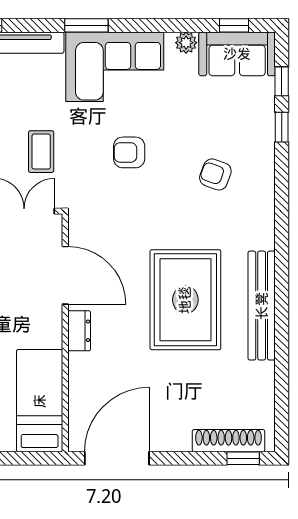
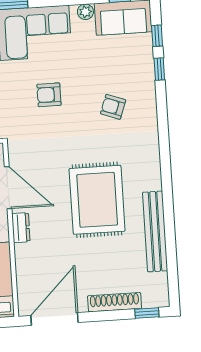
bench: (262, 306) -> (155, 231), moved
shoe rack: (229, 441) -> (115, 302), moved

